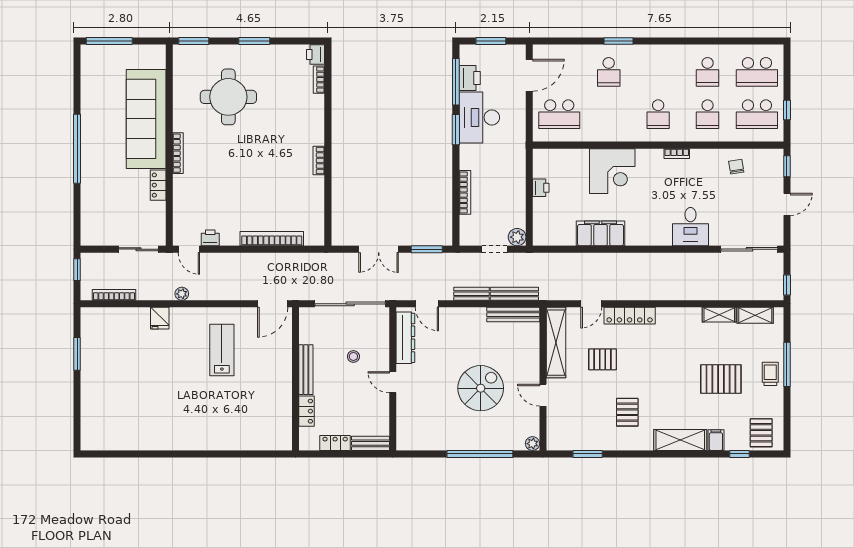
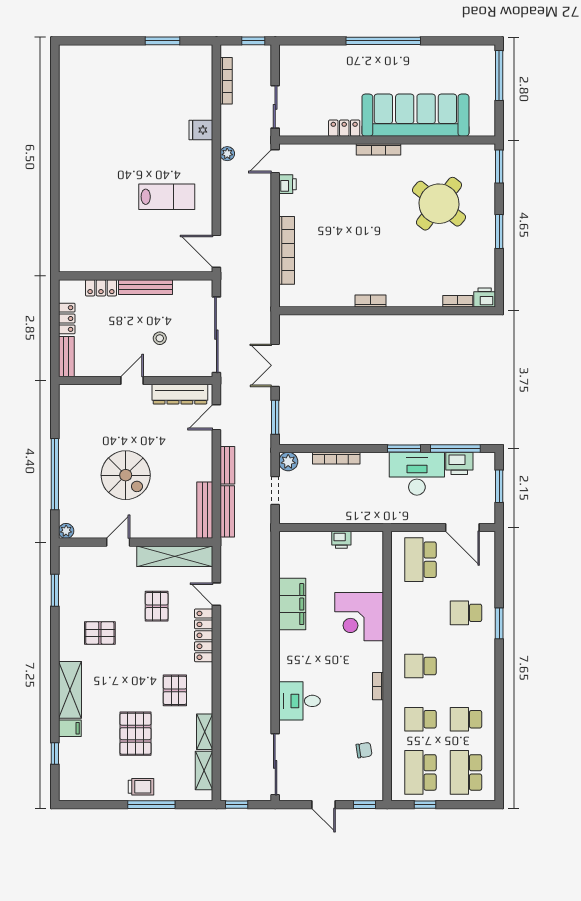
round table: (228, 97) -> (439, 204), turned 38
plant: (517, 237) -> (288, 462), moved
pallet: (761, 433) -> (175, 690), moved, turned 90

